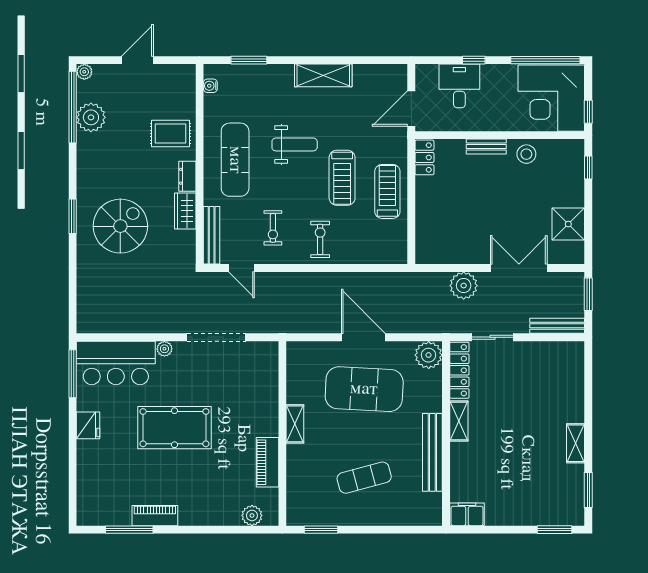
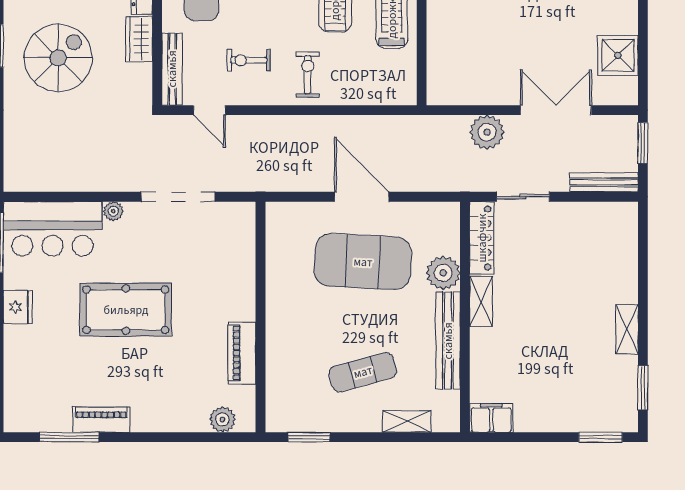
exercise bike: (273, 228) -> (249, 60), turned 90
plant: (429, 355) -> (443, 273), moved
shelving: (295, 424) -> (407, 421), moved, turned 90

